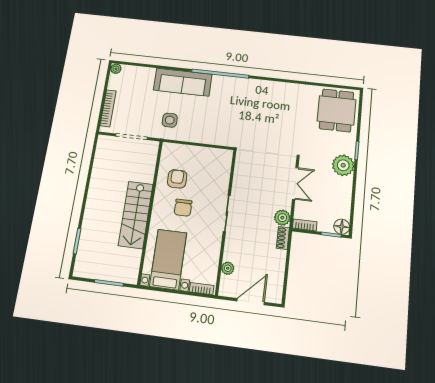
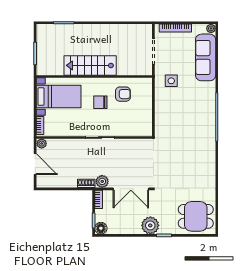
sofa: (183, 82) -> (206, 57), moved
double door: (295, 183) -> (131, 189), width x1.37
plant: (228, 268) -> (42, 144), moved

